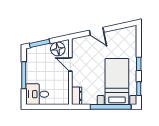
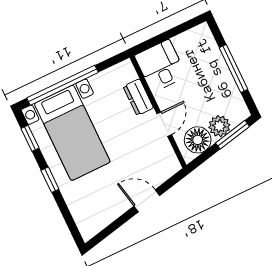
plant: (44, 51) -> (219, 126), added
door: (70, 64) -> (164, 124), hinge flipped
desk: (37, 94) -> (161, 66), moved, turned -90
dresser: (77, 96) -> (138, 97), moved

